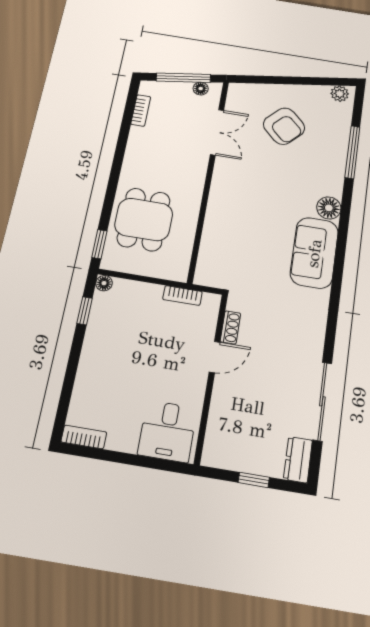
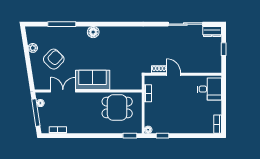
plant: (340, 94) -> (33, 48), moved
dining table: (144, 219) -> (117, 108), moved
sofa: (314, 253) -> (93, 80), moved, turned 180

